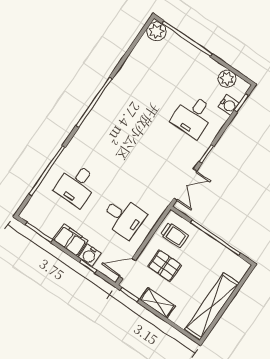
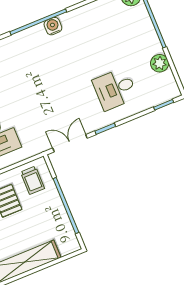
plant: (227, 79) -> (160, 63), moved
water cooler: (228, 105) -> (53, 26), moved, turned 180
double door: (185, 185) -> (70, 143), swing flipped

